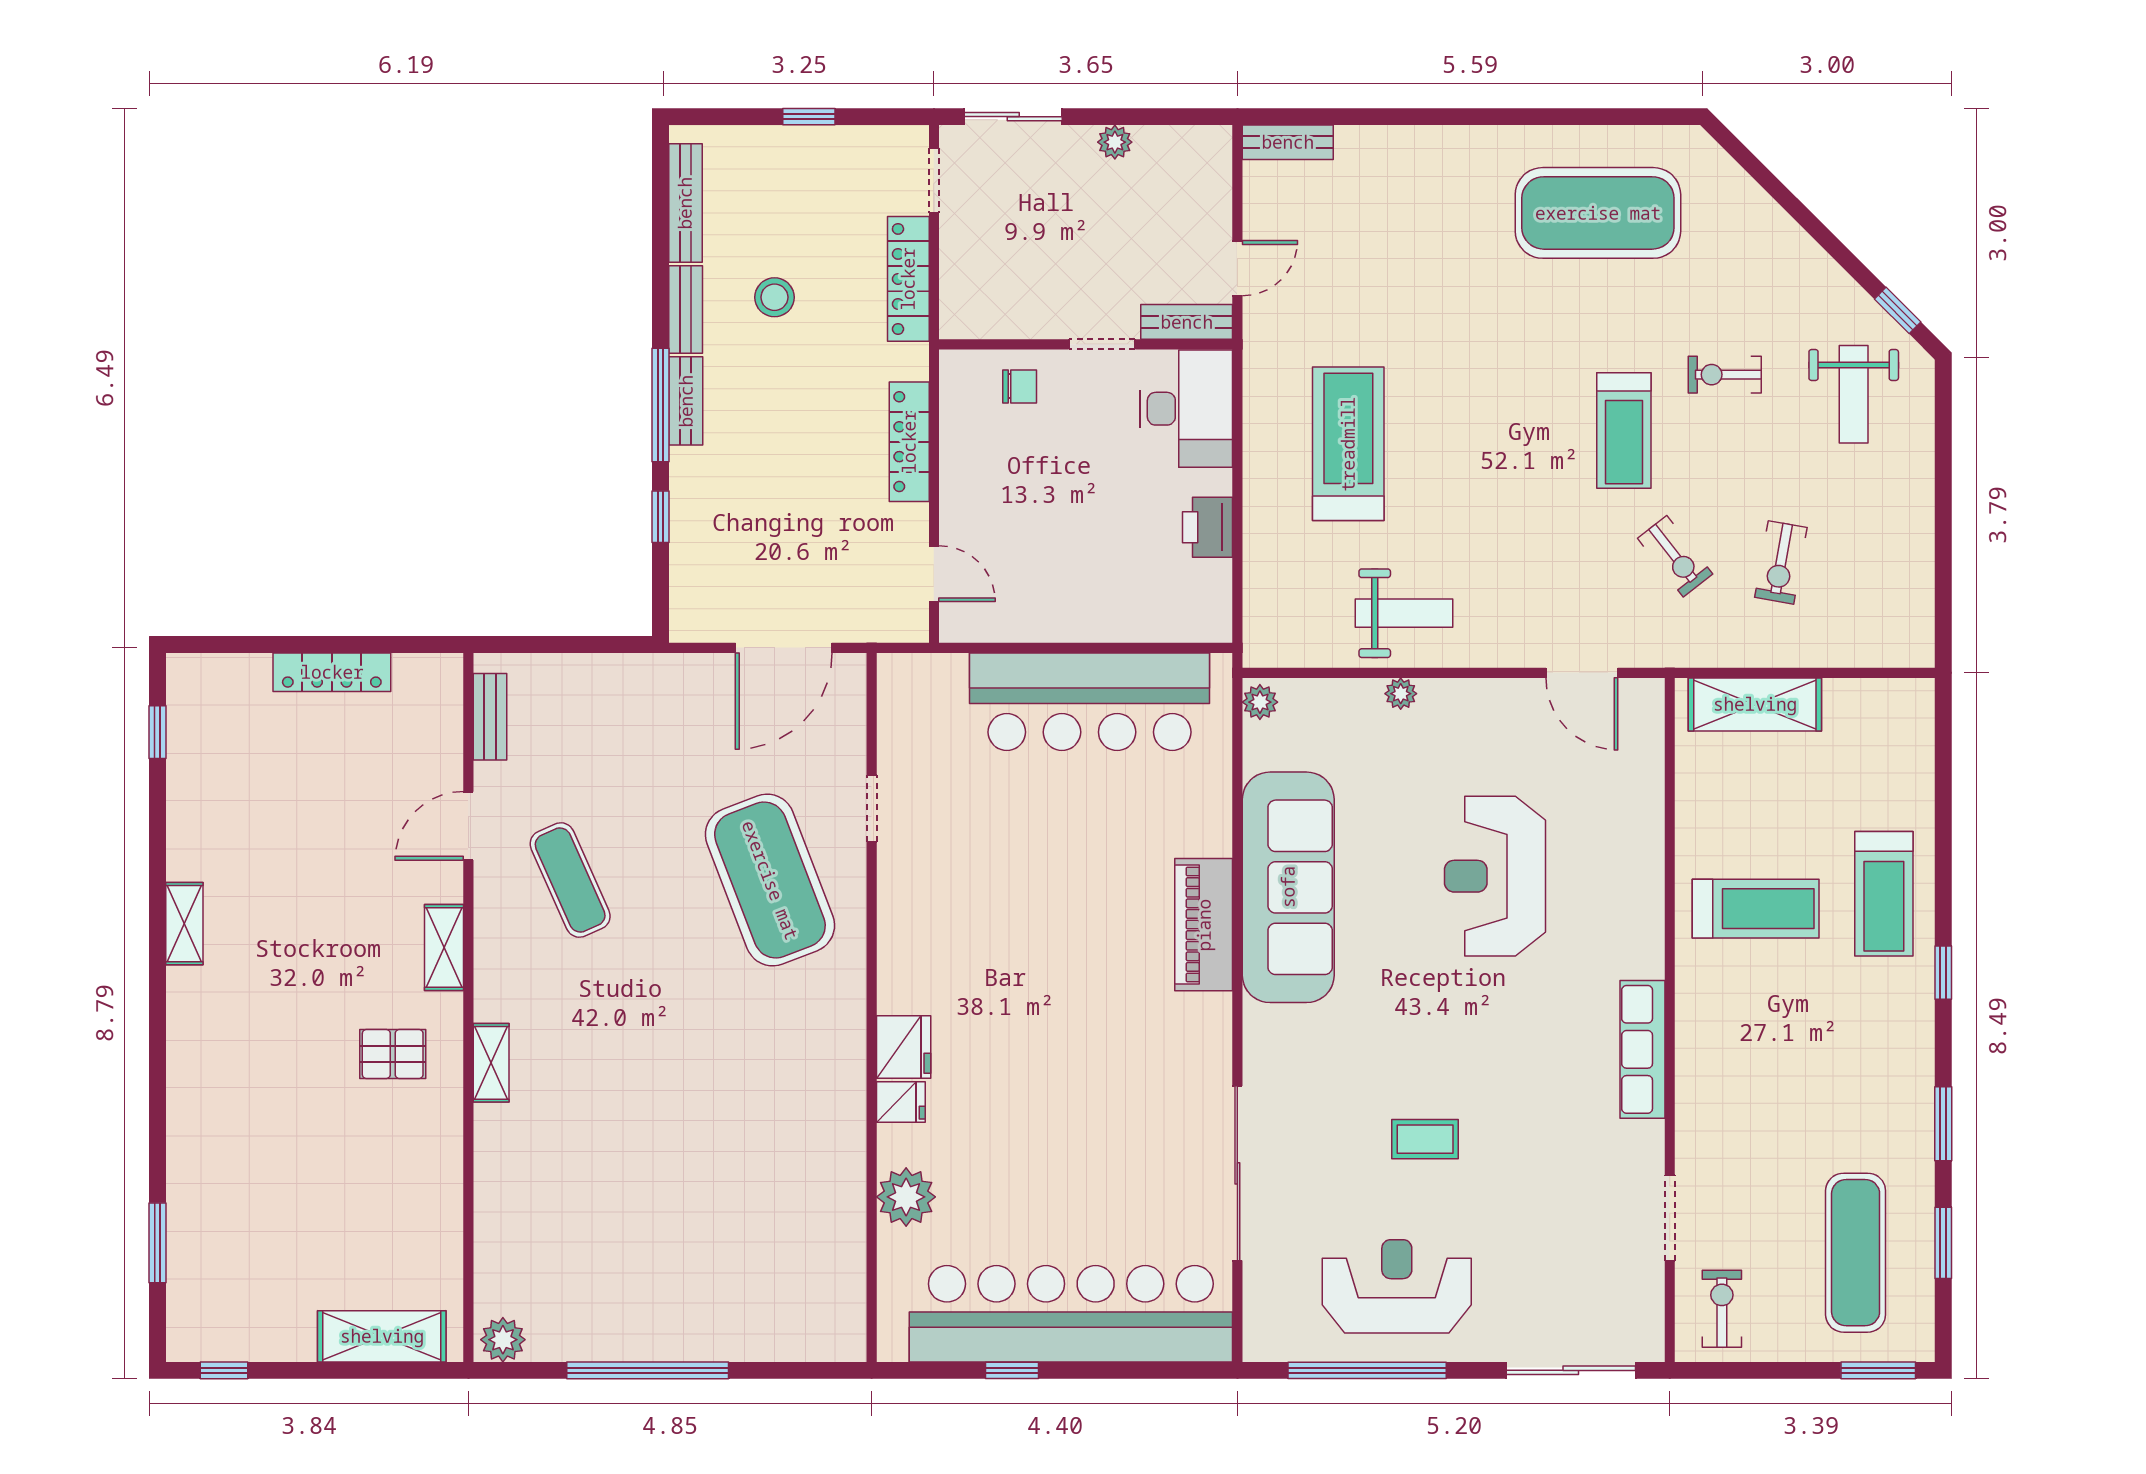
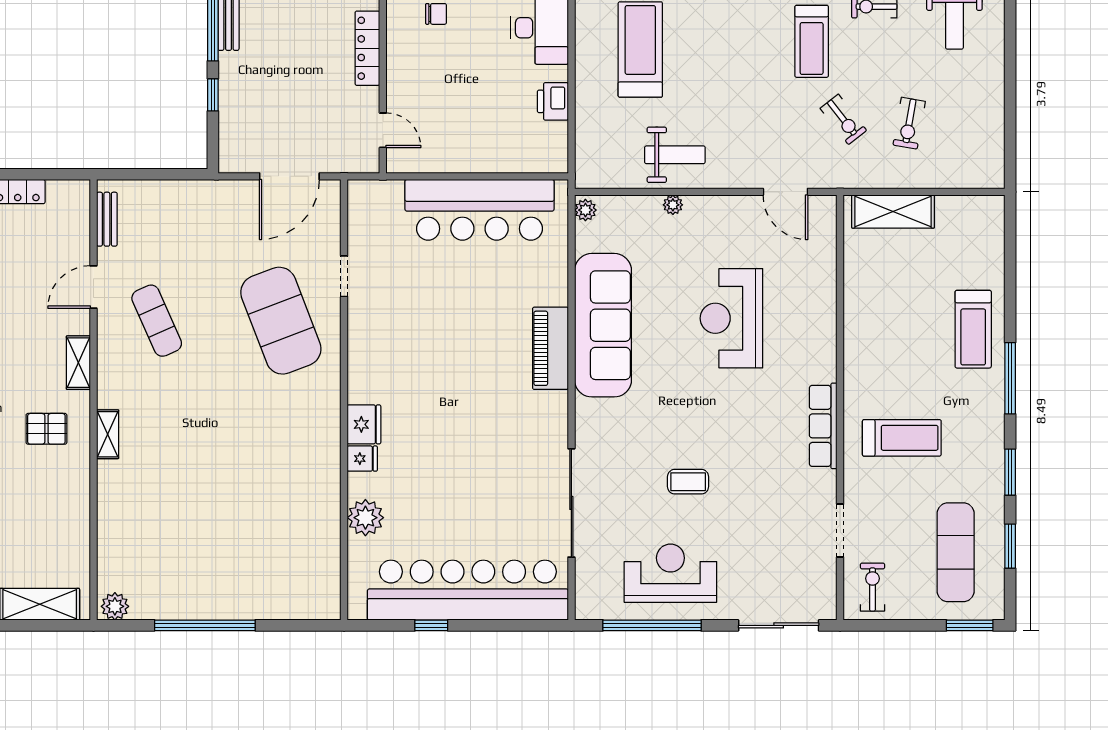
treadmill: (1756, 909) -> (902, 438), moved
window: (1943, 973) -> (1010, 378), width x2.17

